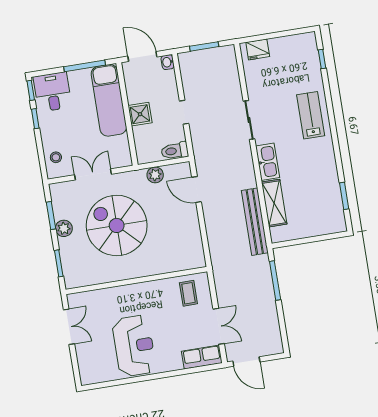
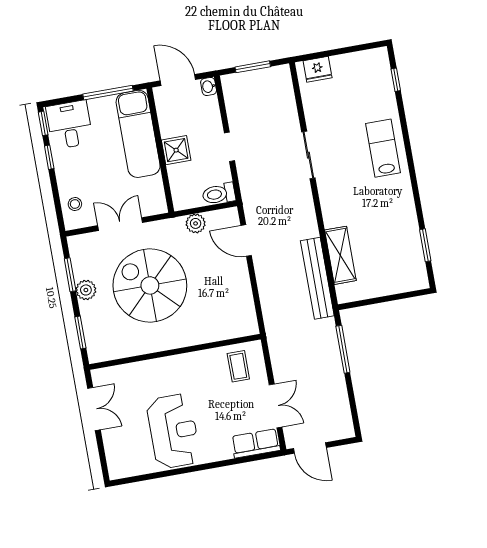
kitchen sink: (268, 162) -> (332, 205), removed

